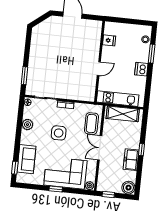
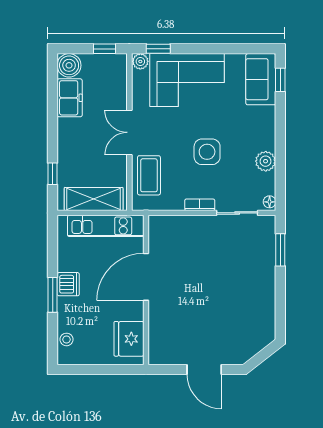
fridge: (109, 40) -> (129, 339), width x1.88, depth x1.34
window: (152, 54) -> (53, 295), moved
door: (99, 69) -> (146, 277), width x1.88
double door: (100, 148) -> (129, 132), swing flipped
window: (141, 150) -> (53, 174), moved
sofa: (26, 159) -> (261, 79), moved
freezer: (131, 160) -> (70, 98), moved
window: (56, 189) -> (158, 49), moved

